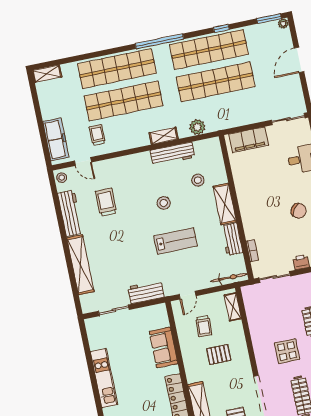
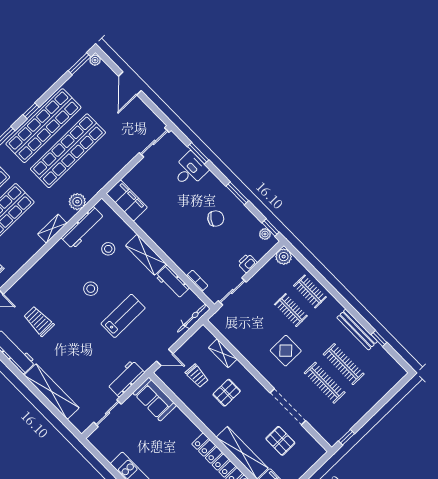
window: (221, 28) -> (31, 111), moved
filing cabinet: (249, 140) -> (127, 200), moved, turned -90
workbench: (172, 154) -> (83, 228), moved
door: (188, 295) -> (165, 357), hinge flipped
shelving: (233, 307) -> (223, 353), moved
sofa: (163, 347) -> (155, 399), moved

